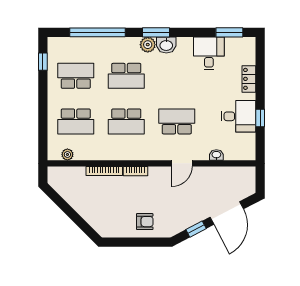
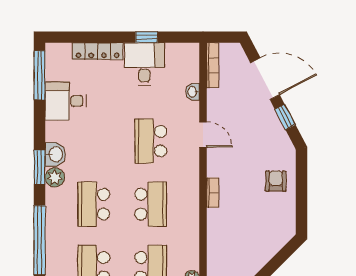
window: (229, 32) -> (40, 75), width x1.44
school desk: (126, 76) -> (94, 204), turned 180
locker: (249, 79) -> (98, 51), width x1.53
bookcase: (104, 171) -> (213, 65), moved

